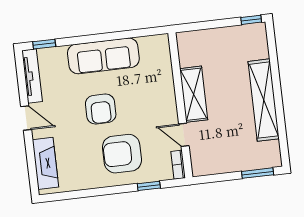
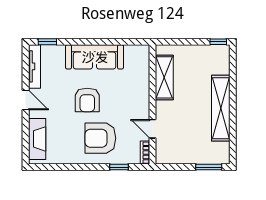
shelving: (194, 94) -> (164, 77), moved

